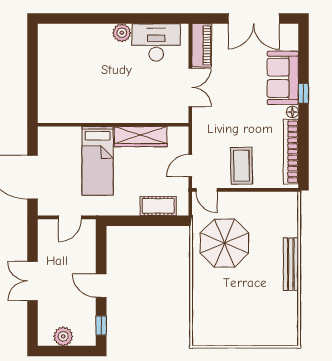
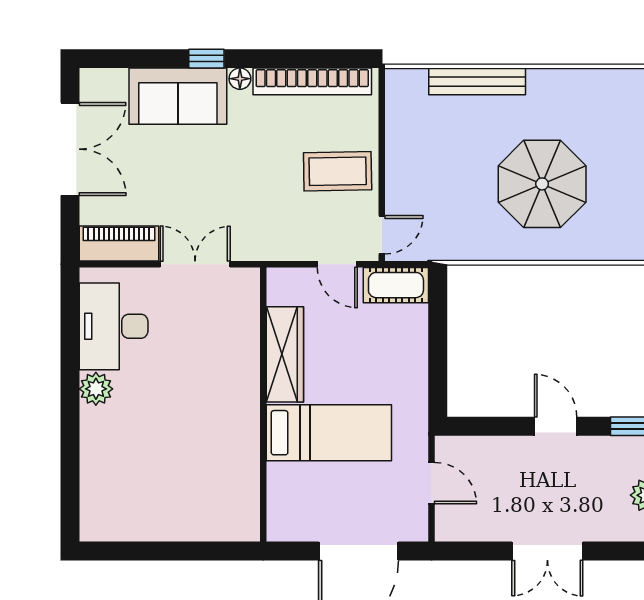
cot: (158, 206) -> (396, 285), moved, turned 90
parasol: (224, 243) -> (542, 184), moved
bench: (291, 264) -> (477, 81), moved
door: (101, 286) -> (556, 426), swing flipped

